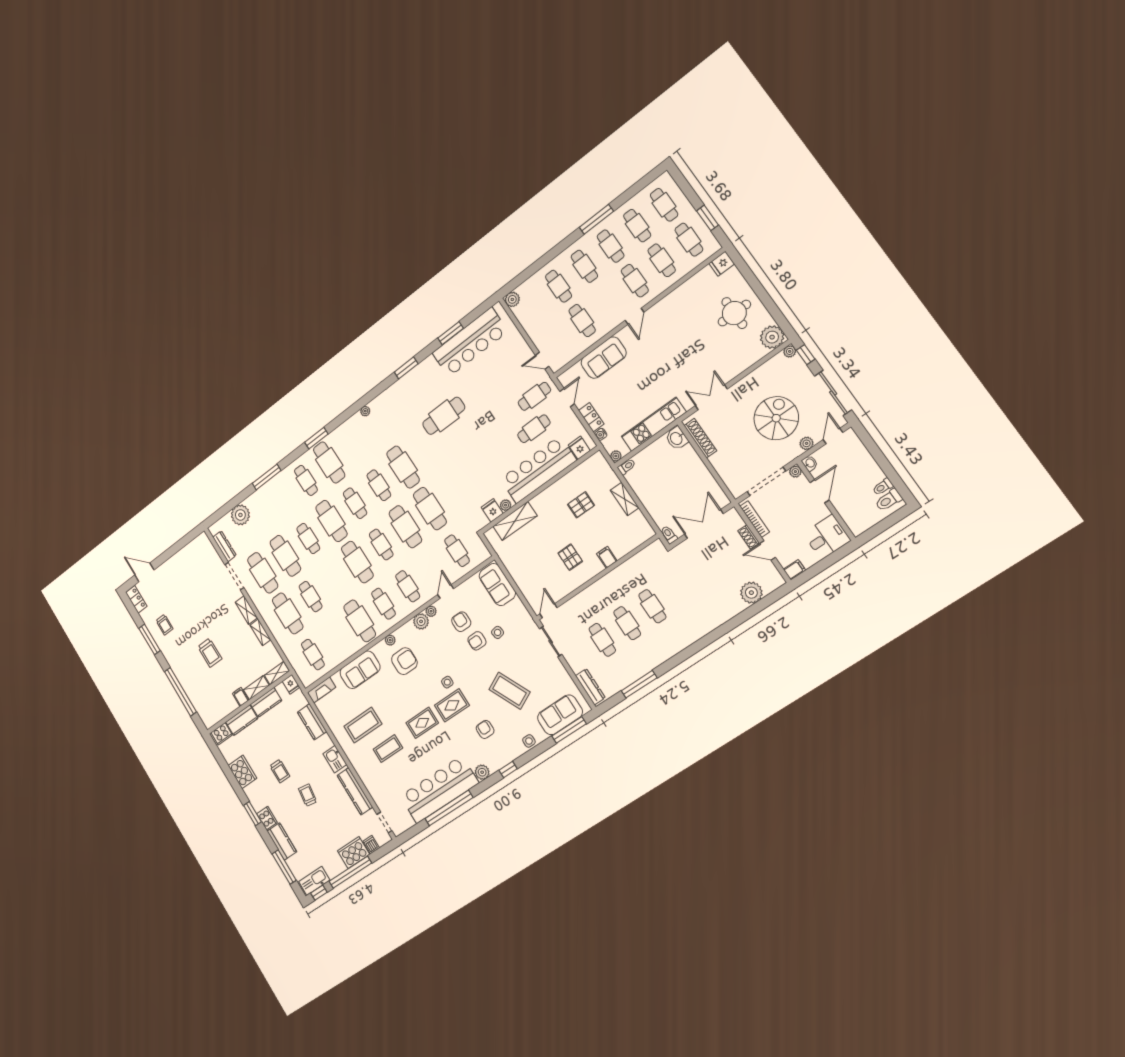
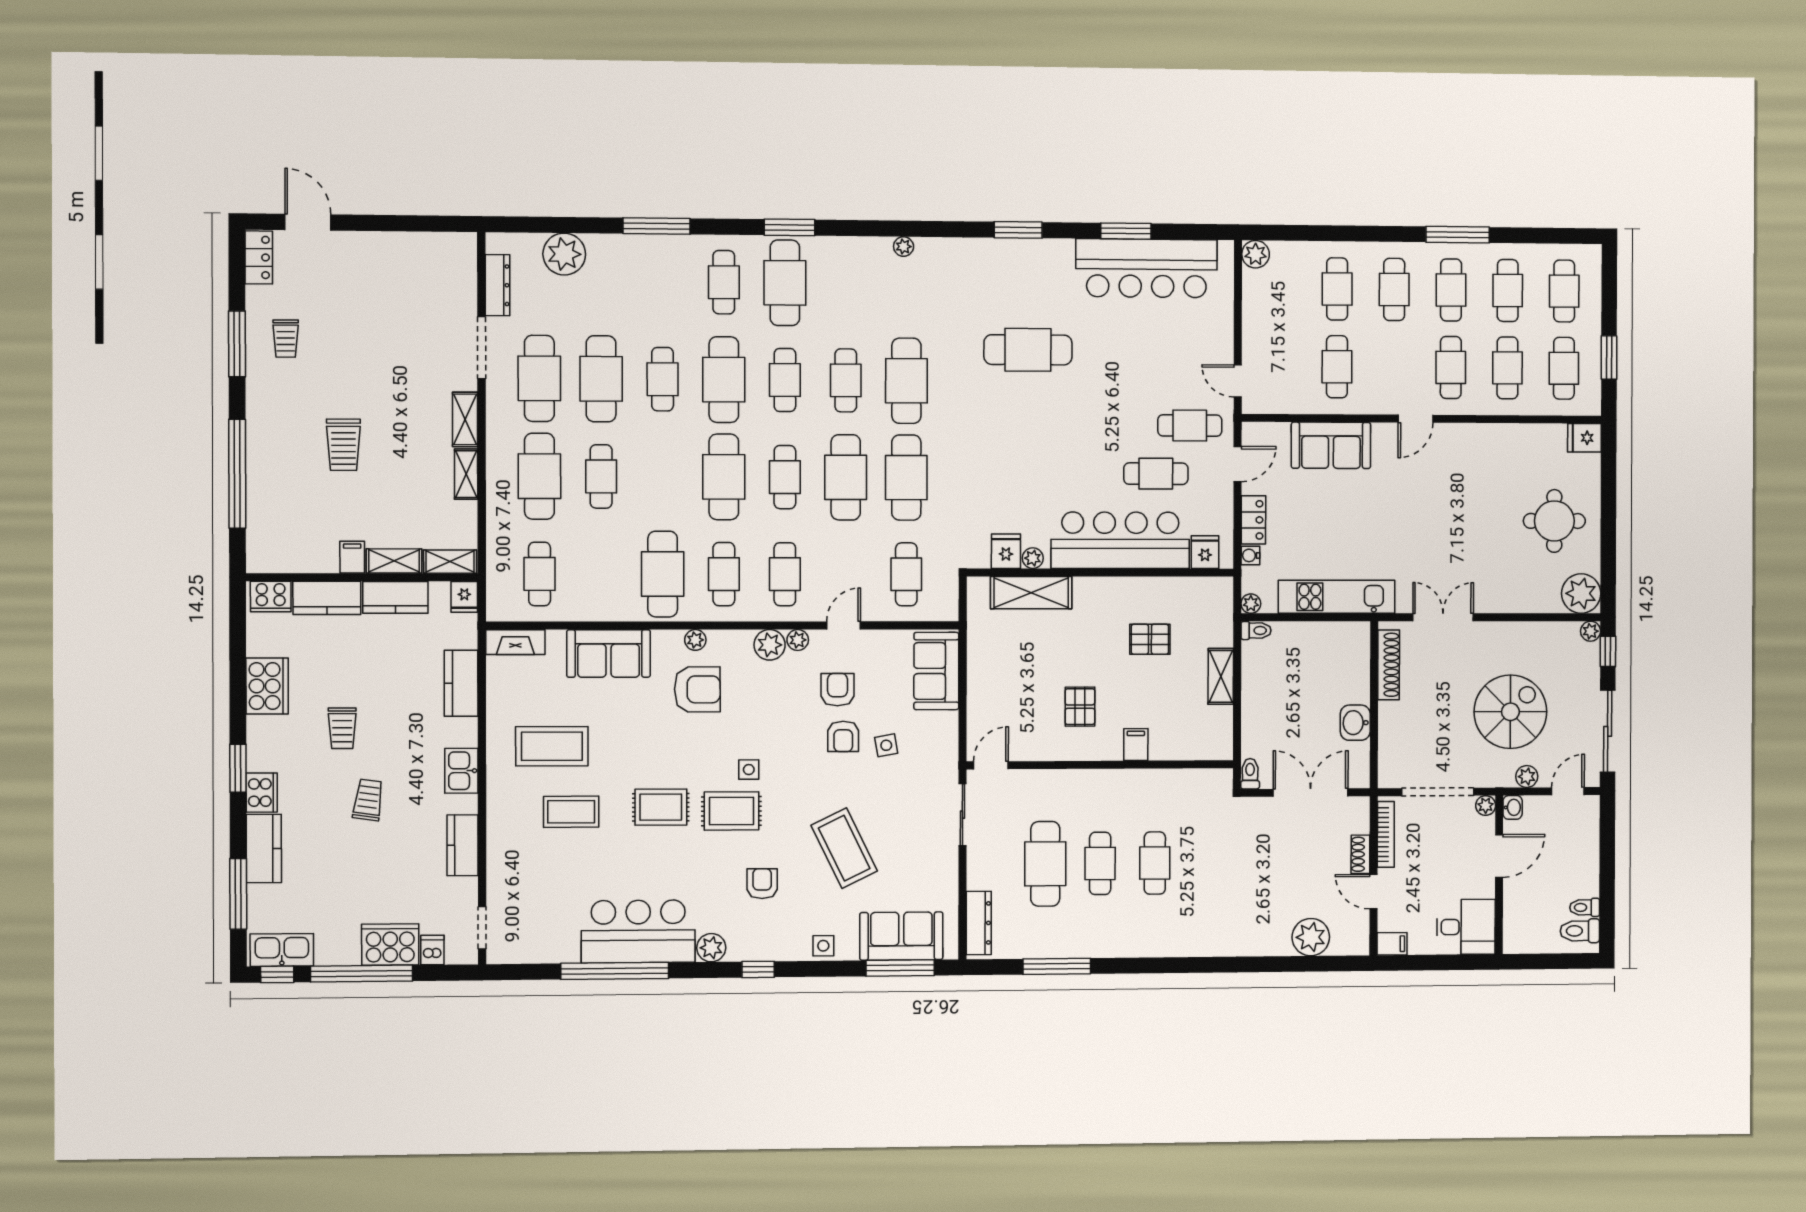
washbasin: (677, 438) -> (1355, 723), moved
cafe table: (602, 640) -> (1045, 864), width x1.37, depth x1.35
armchair: (477, 641) -> (843, 736), turned -90
bar counter: (439, 790) -> (638, 931), width x0.73
kitchen counter: (355, 791) -> (463, 845), width x0.67

